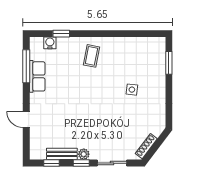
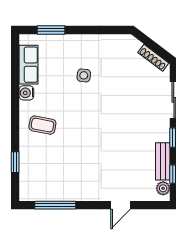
water cooler: (50, 43) -> (26, 93), moved
row of seats: (37, 76) -> (29, 65), moved, turned 90
plant: (84, 154) -> (163, 188), moved

